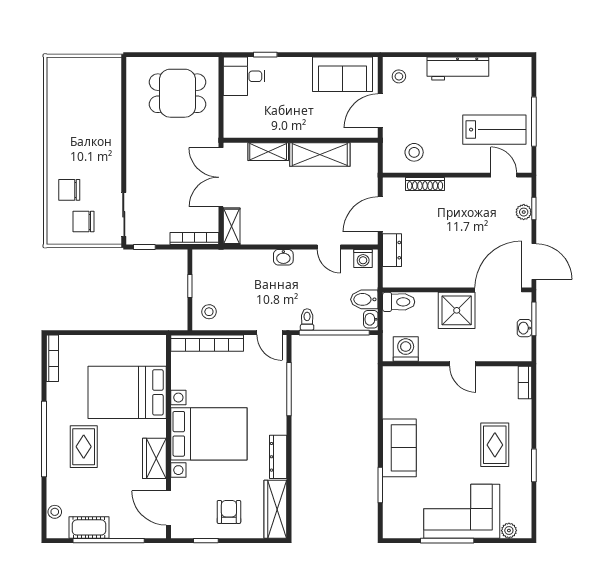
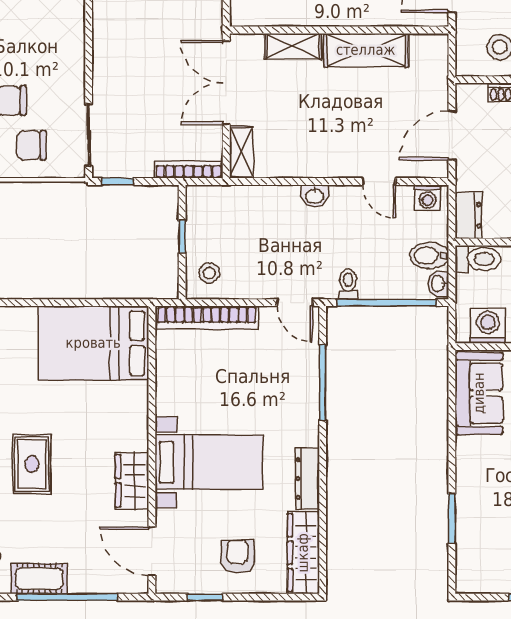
dresser: (392, 250) -> (468, 215), moved
bed: (127, 392) -> (93, 343), moved
bed with nightstands: (209, 434) -> (209, 462), width x0.73
sofa: (399, 448) -> (479, 393), moved

